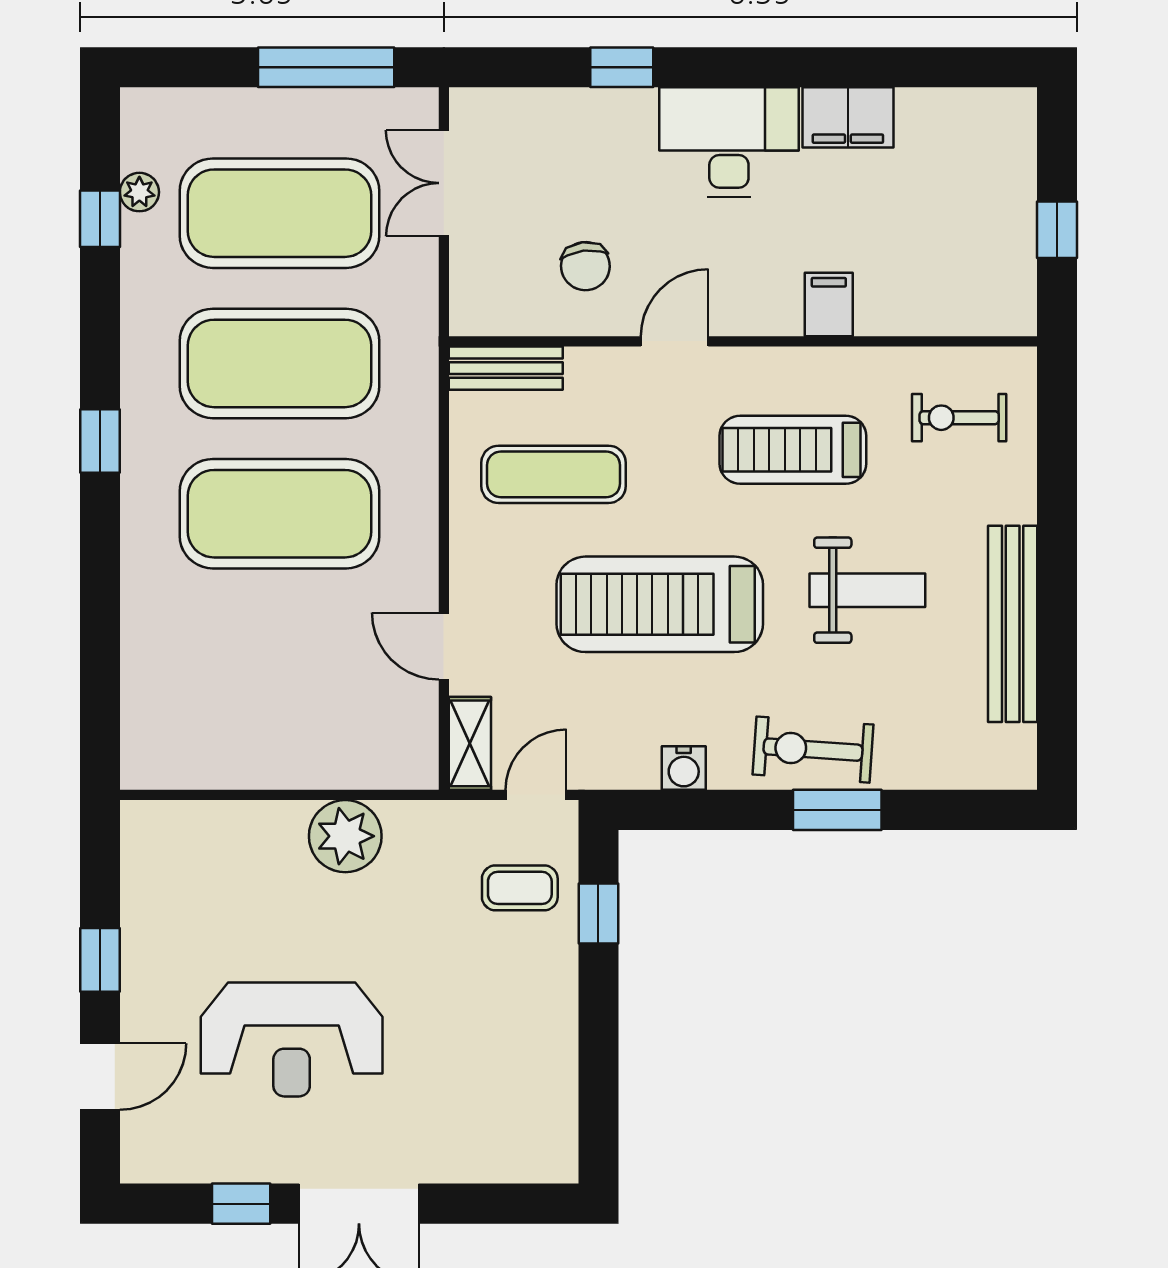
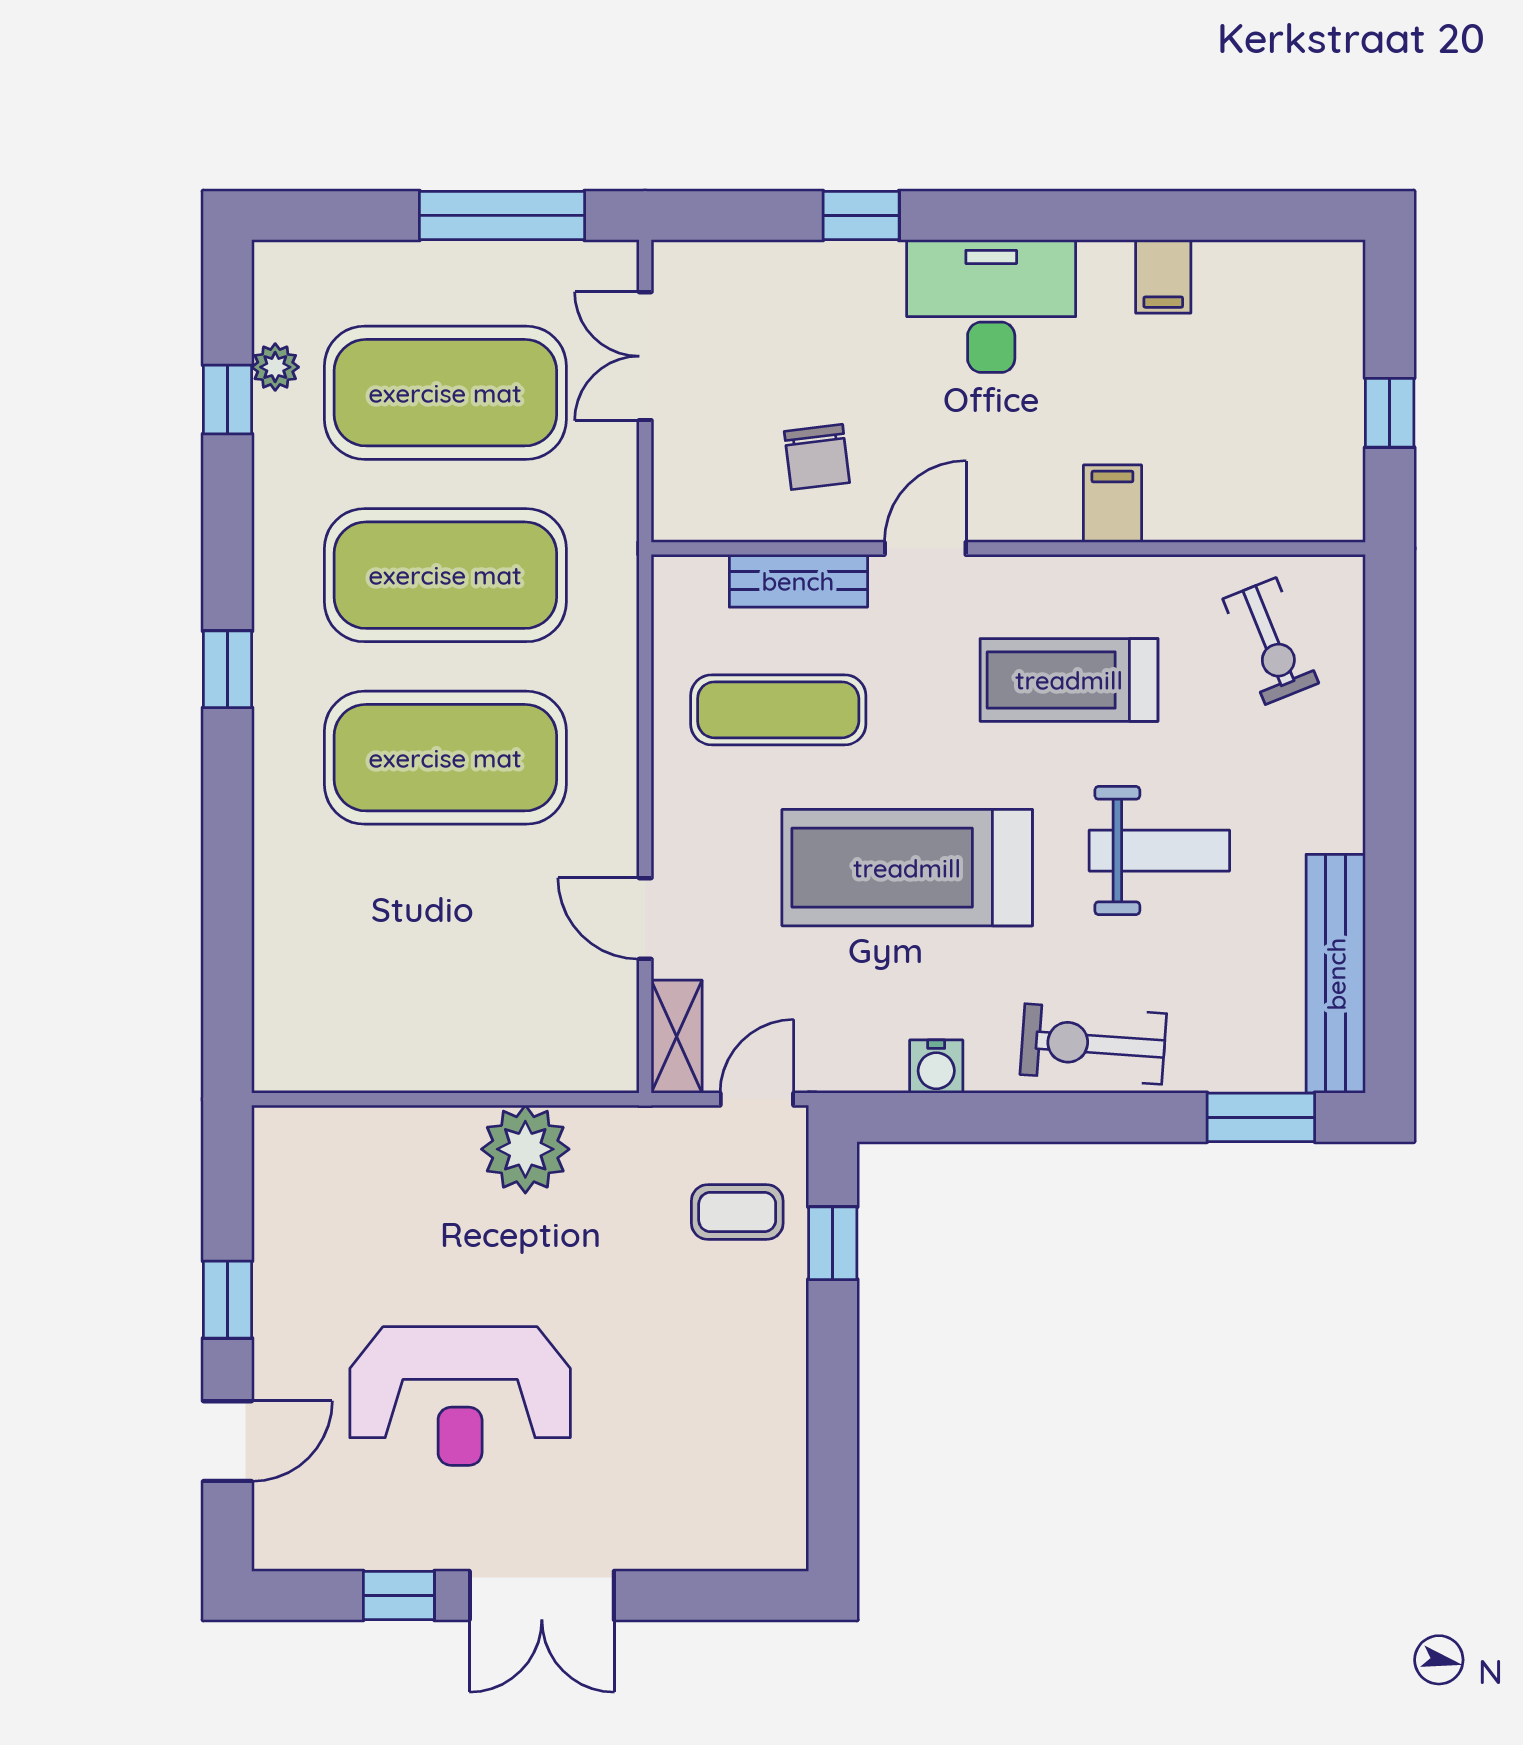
filing cabinet: (848, 117) -> (1163, 276), width x0.50
bench: (506, 368) -> (798, 581), moved
exercise bike: (959, 418) -> (1271, 641), turned -112
bench: (1013, 624) -> (1336, 974), moved
window: (837, 810) -> (1261, 1117), moved

